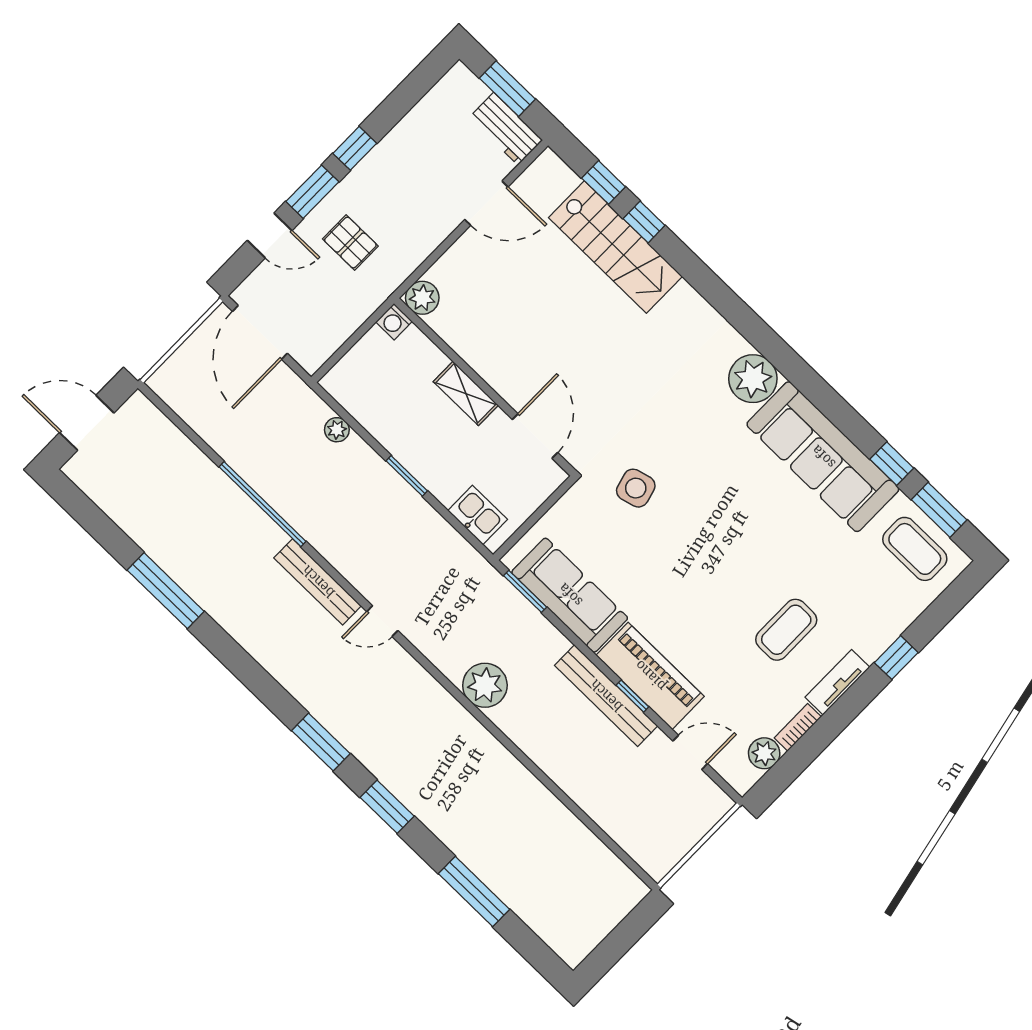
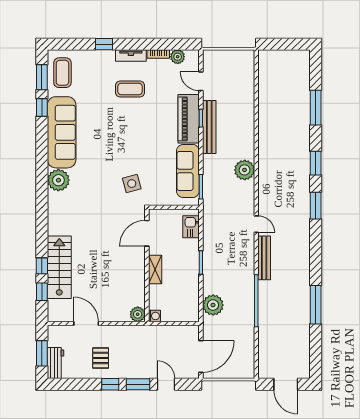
workbench: (506, 129) -> (56, 363), moved
pallet: (350, 243) -> (101, 358), moved
plant: (337, 430) -> (213, 305), width x1.87, depth x1.87

